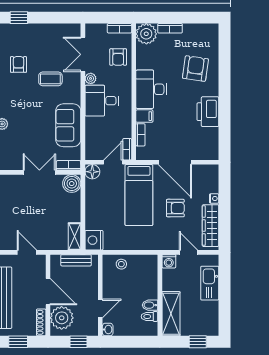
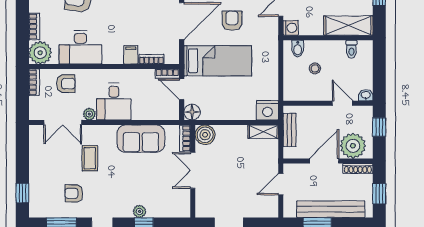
desk: (151, 89) -> (80, 47), moved
stool: (121, 264) -> (315, 68), moved
bidet: (150, 305) -> (298, 49), moved

